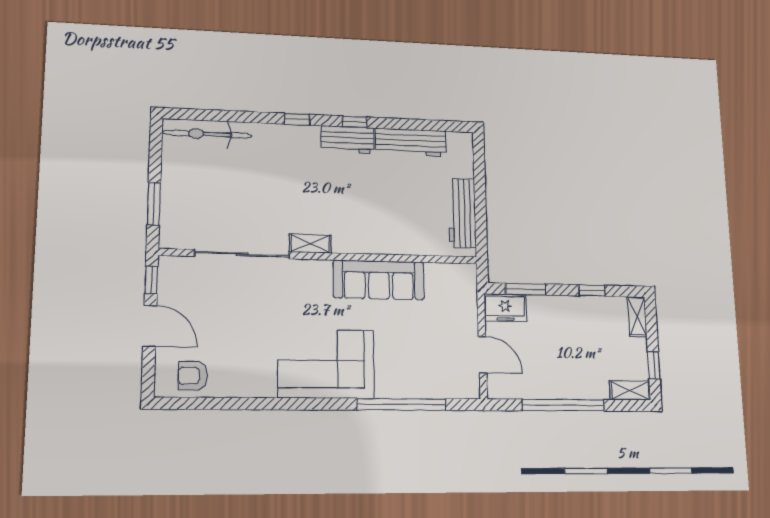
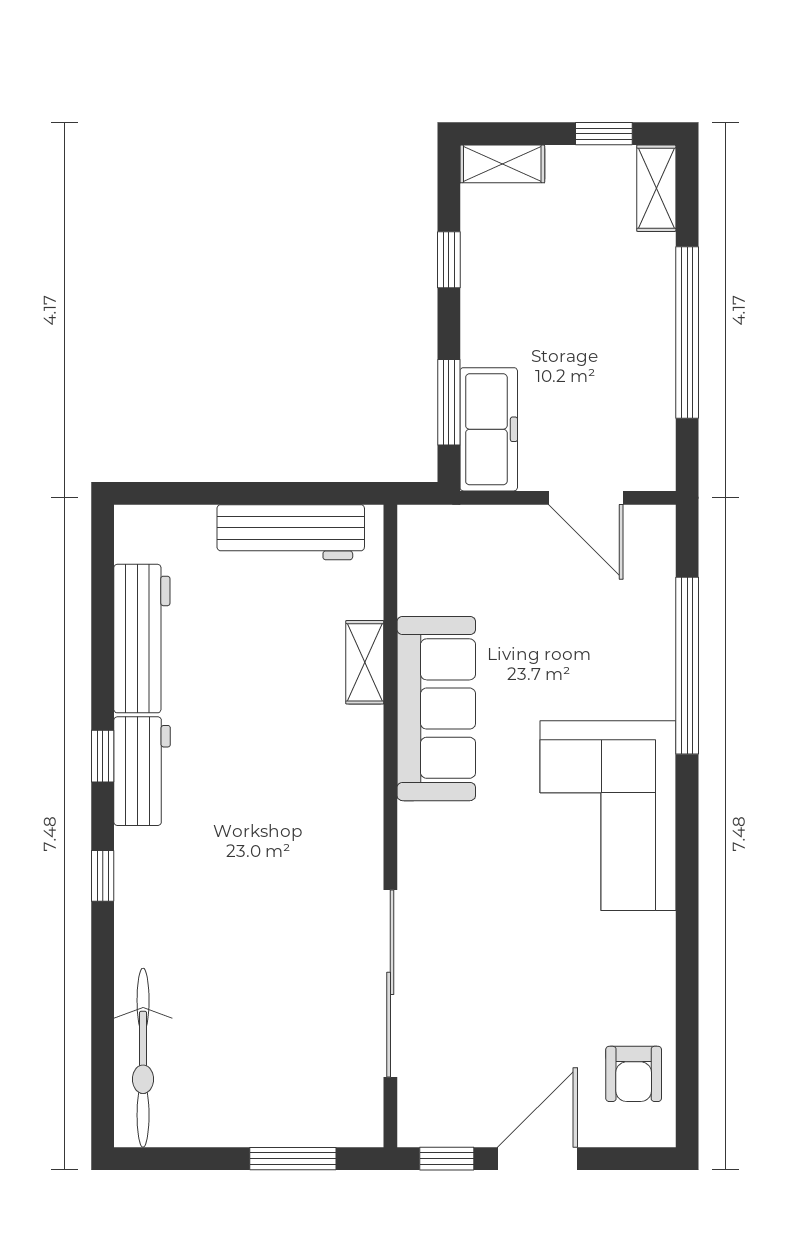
shelving: (310, 244) -> (365, 662), moved
freezer: (505, 308) -> (489, 429), width x1.40
door: (482, 355) -> (586, 498), swing flipped

